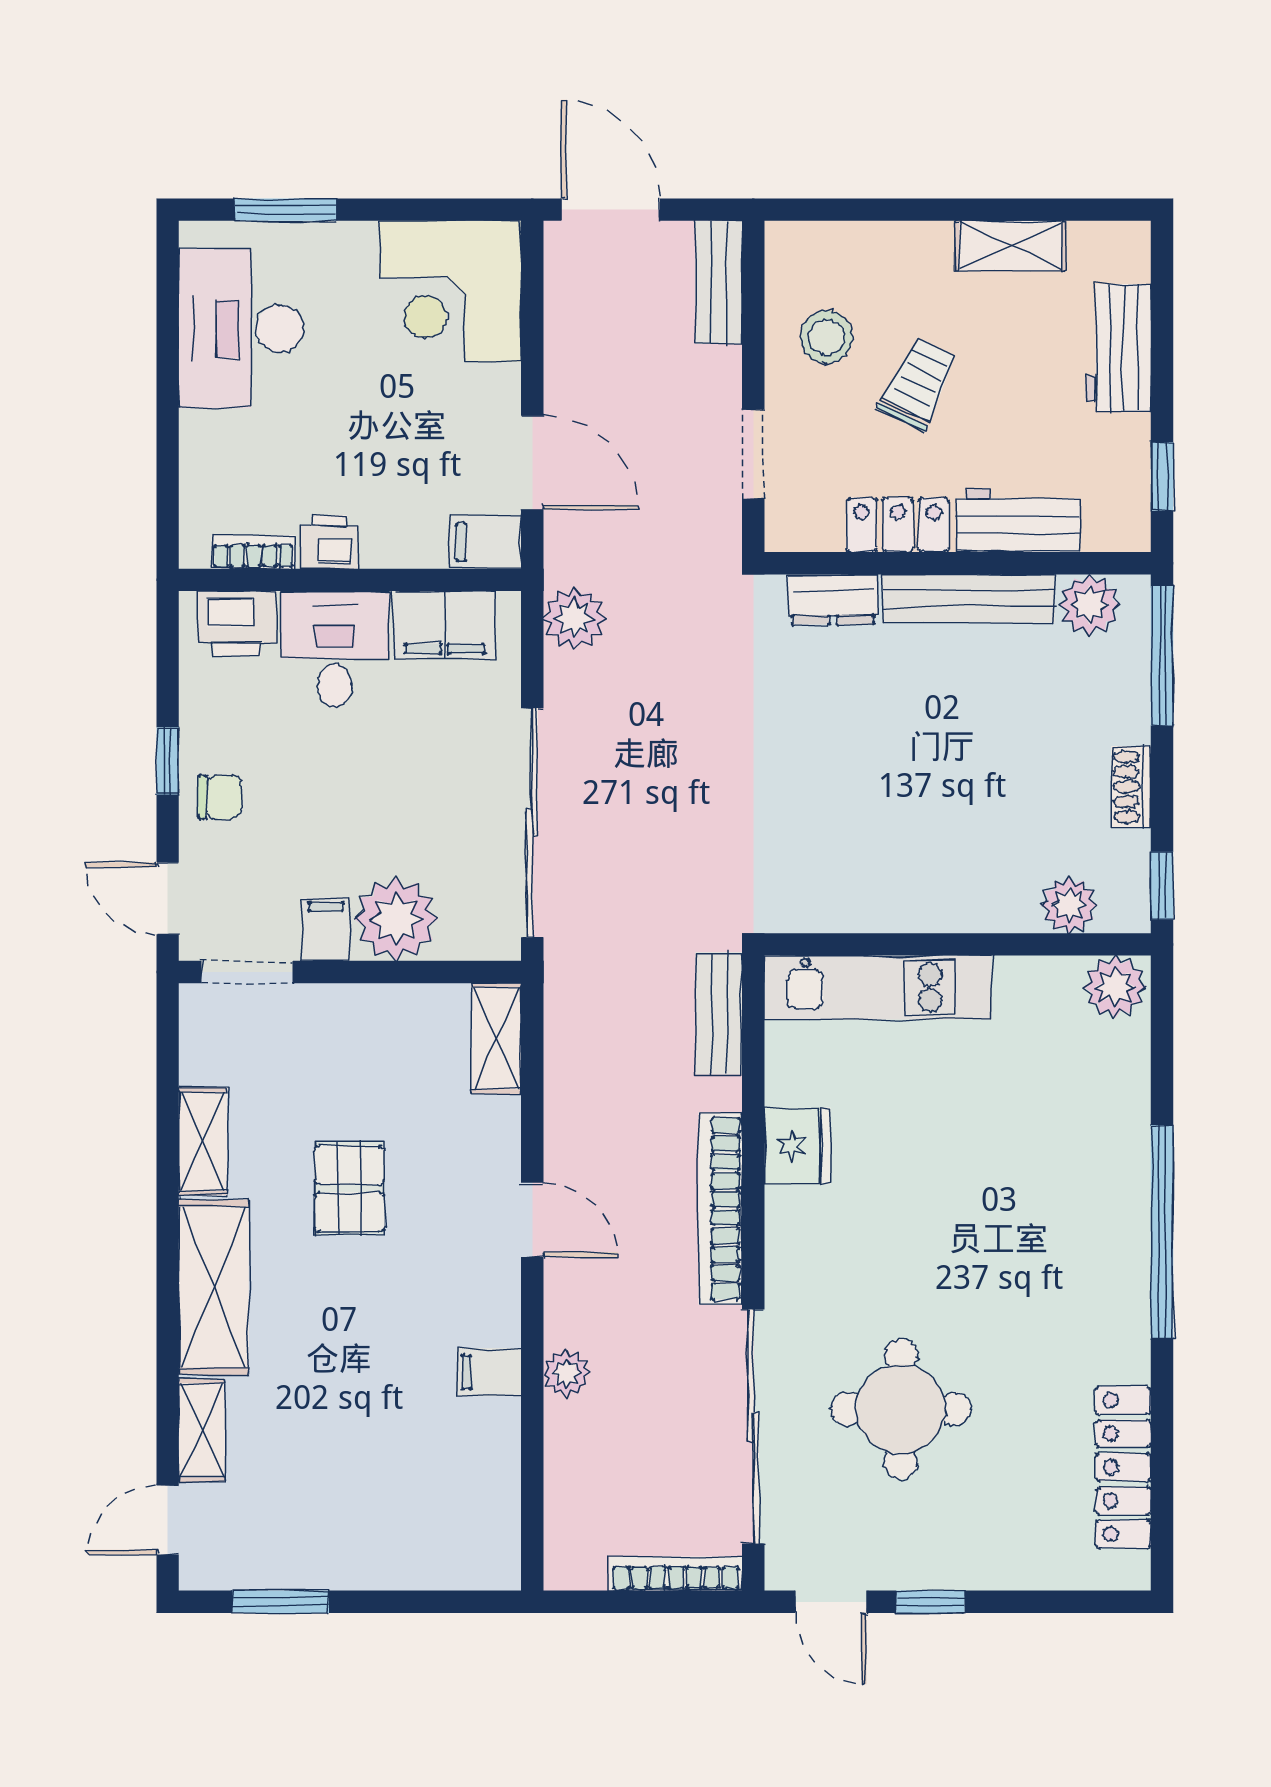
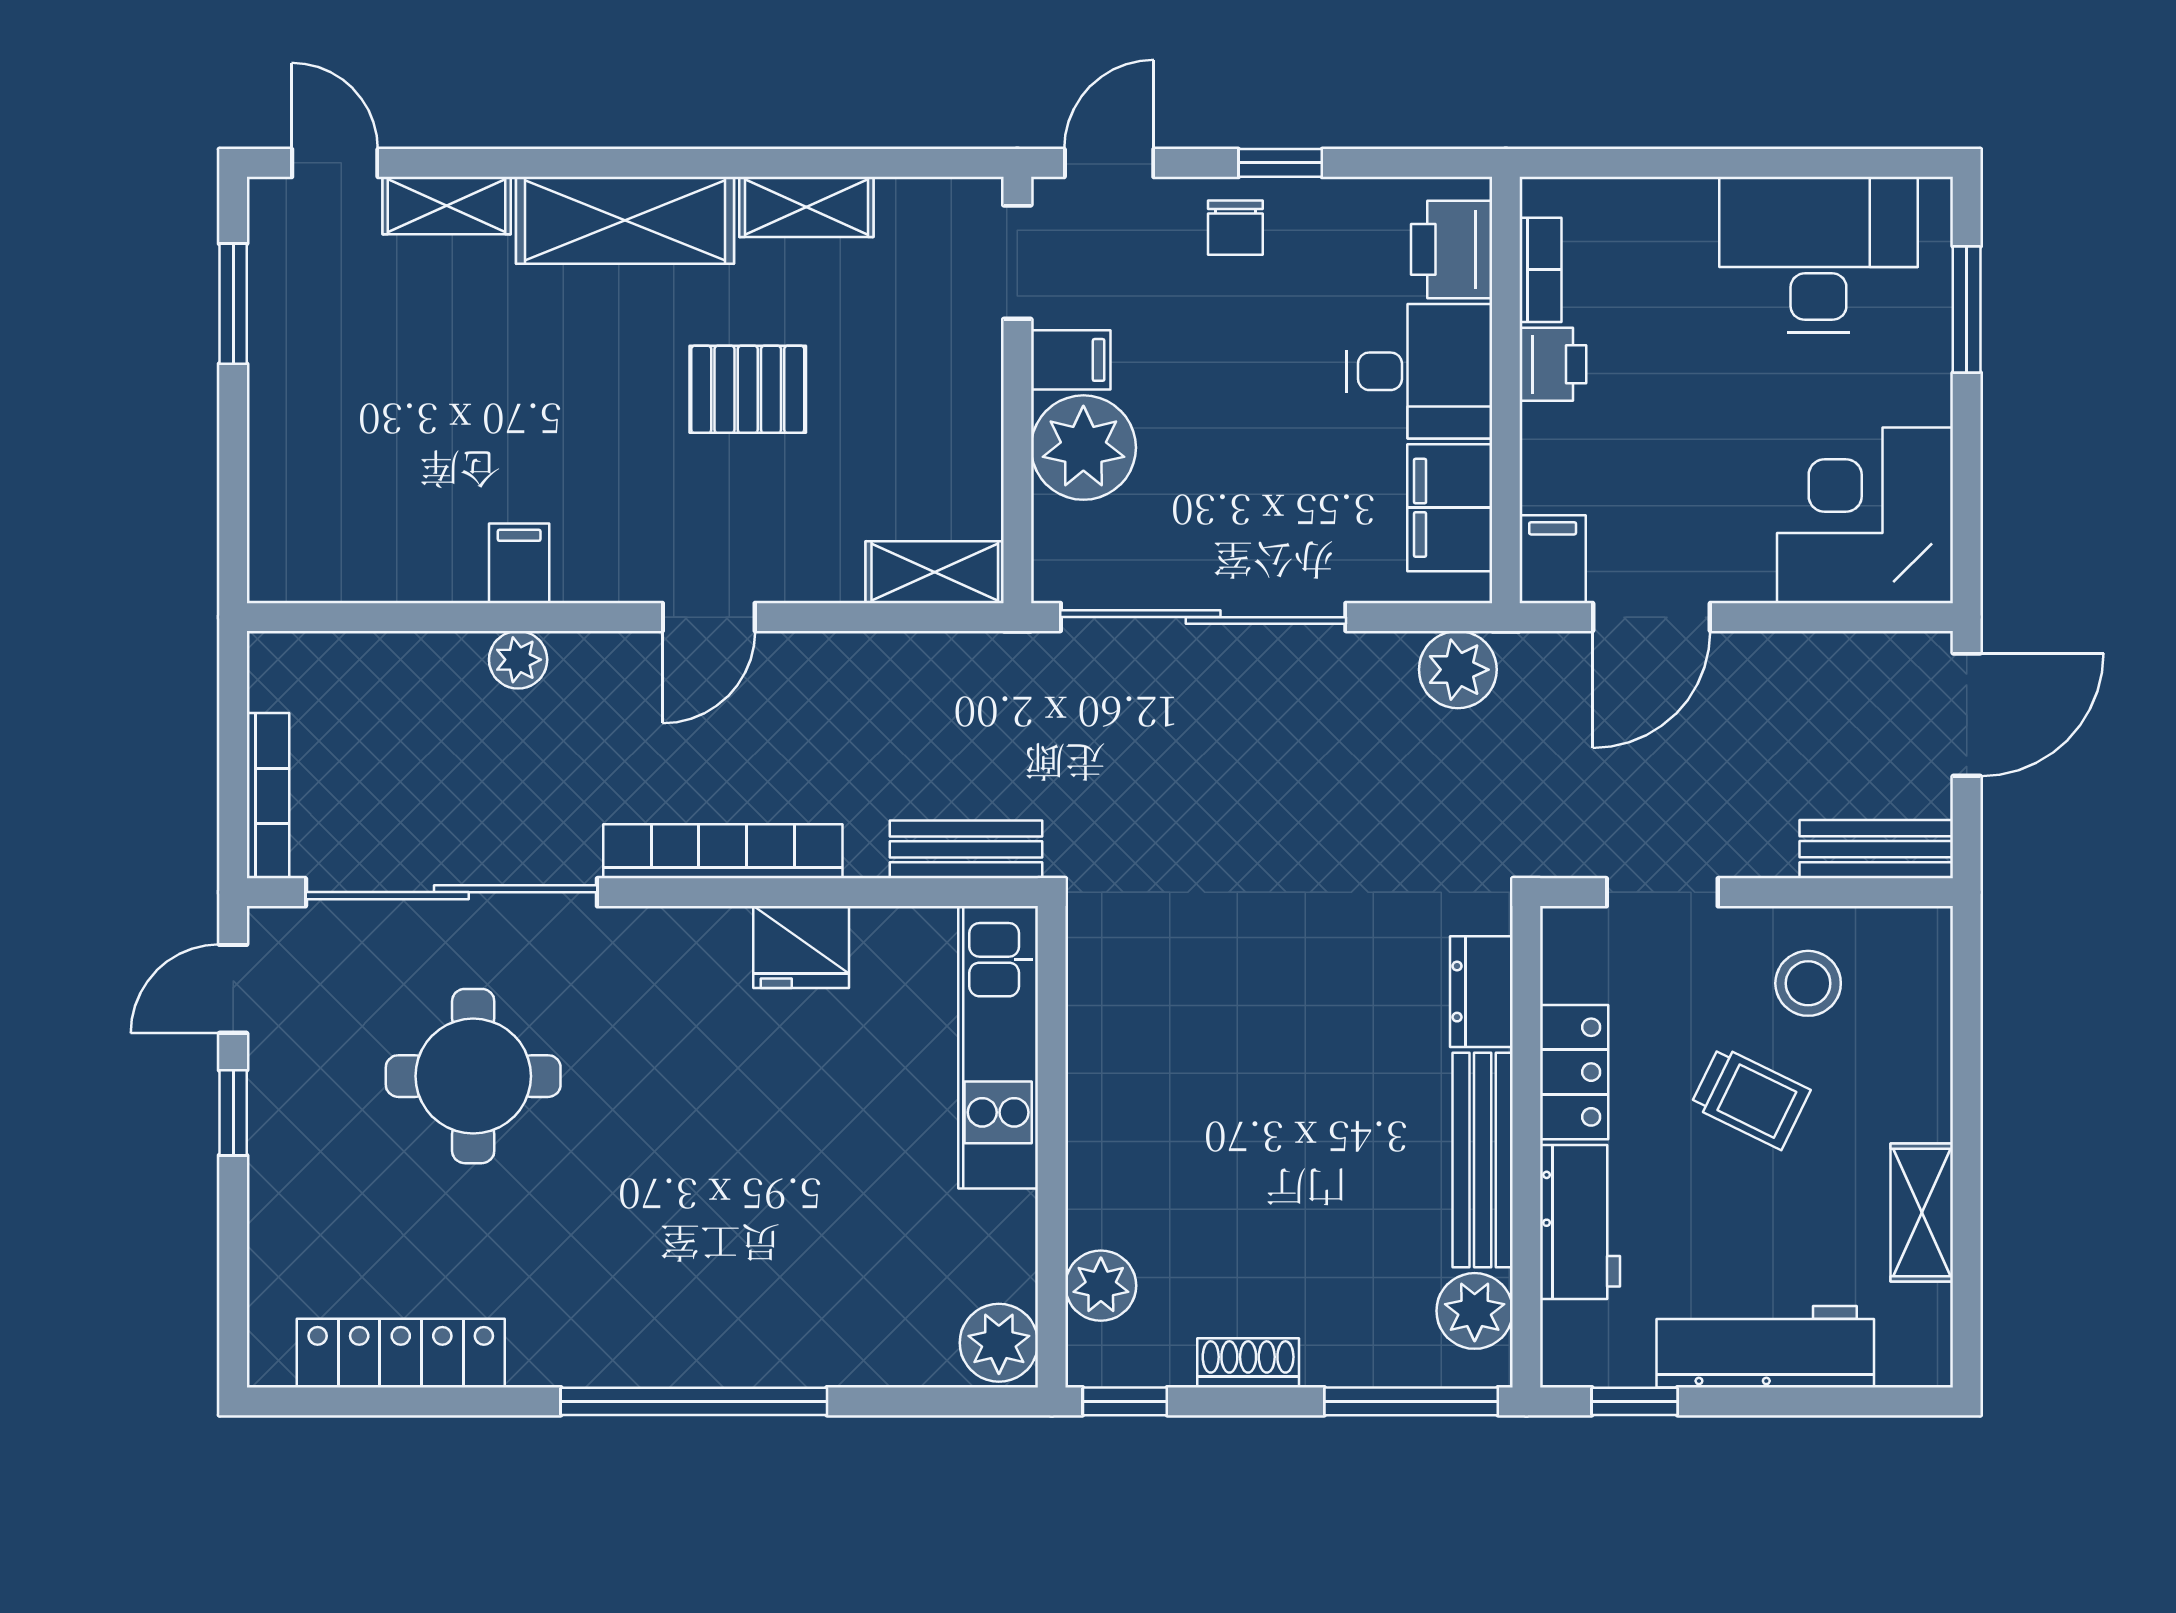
workbench: (1118, 348) -> (1765, 1347), width x1.38

